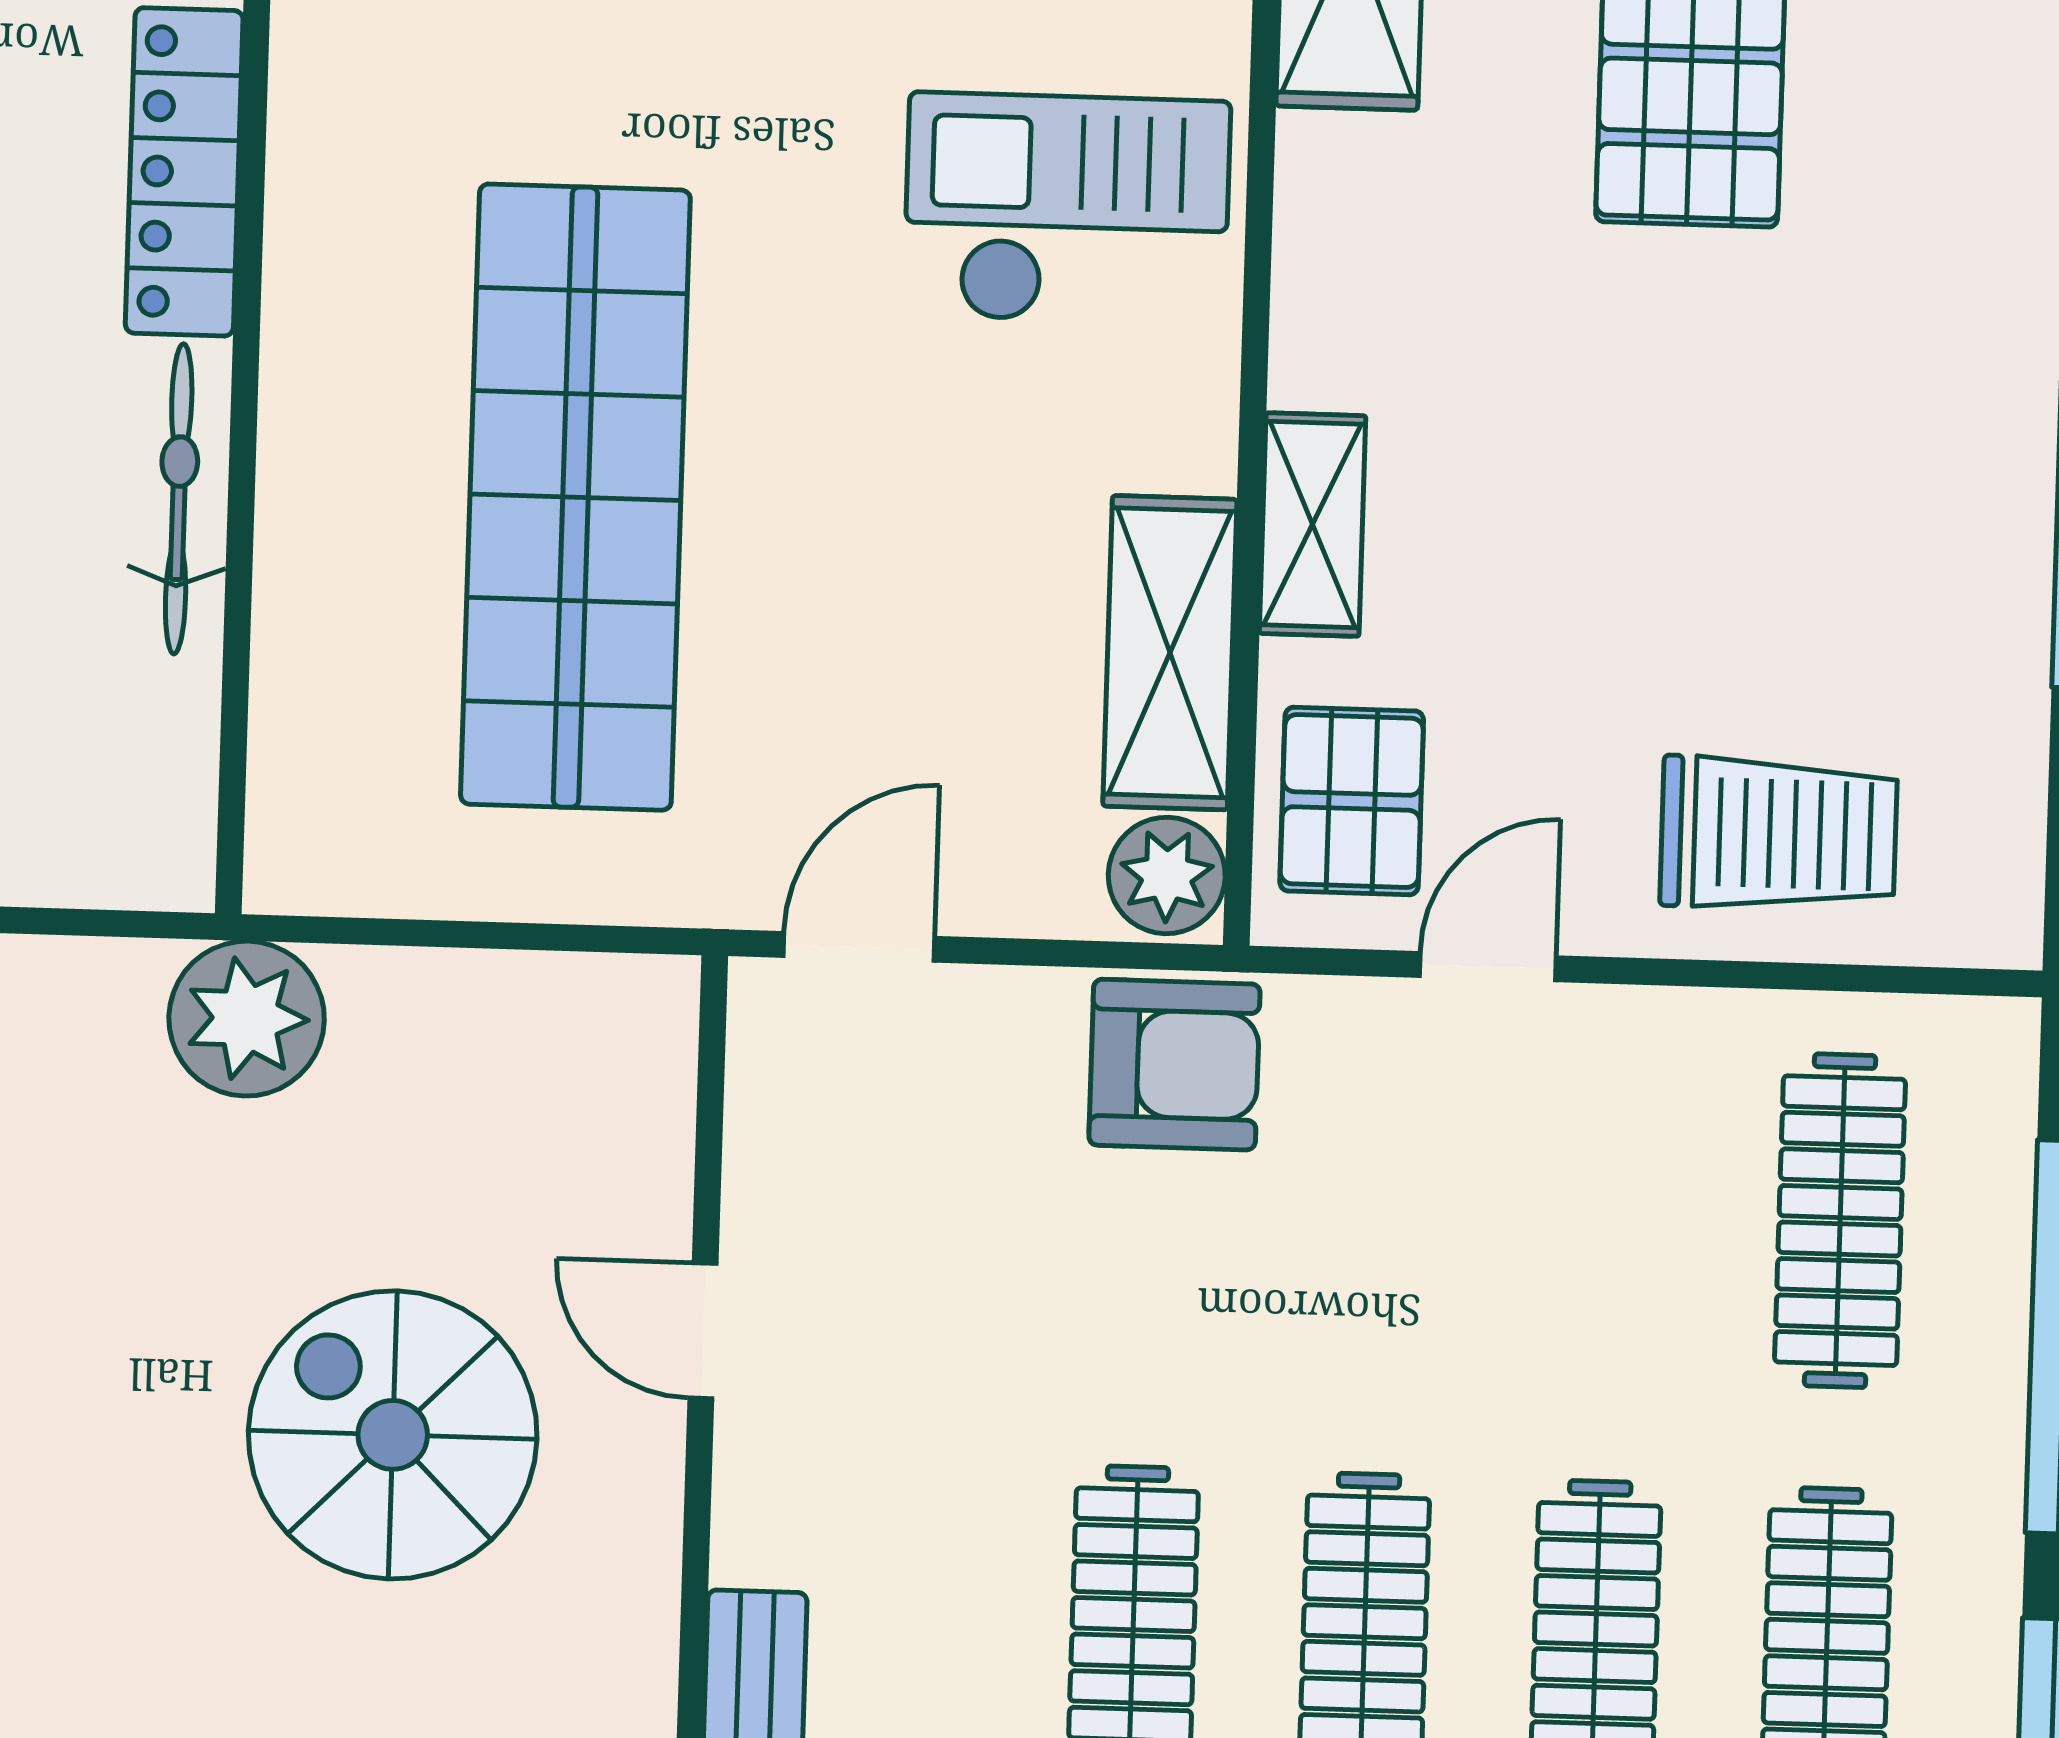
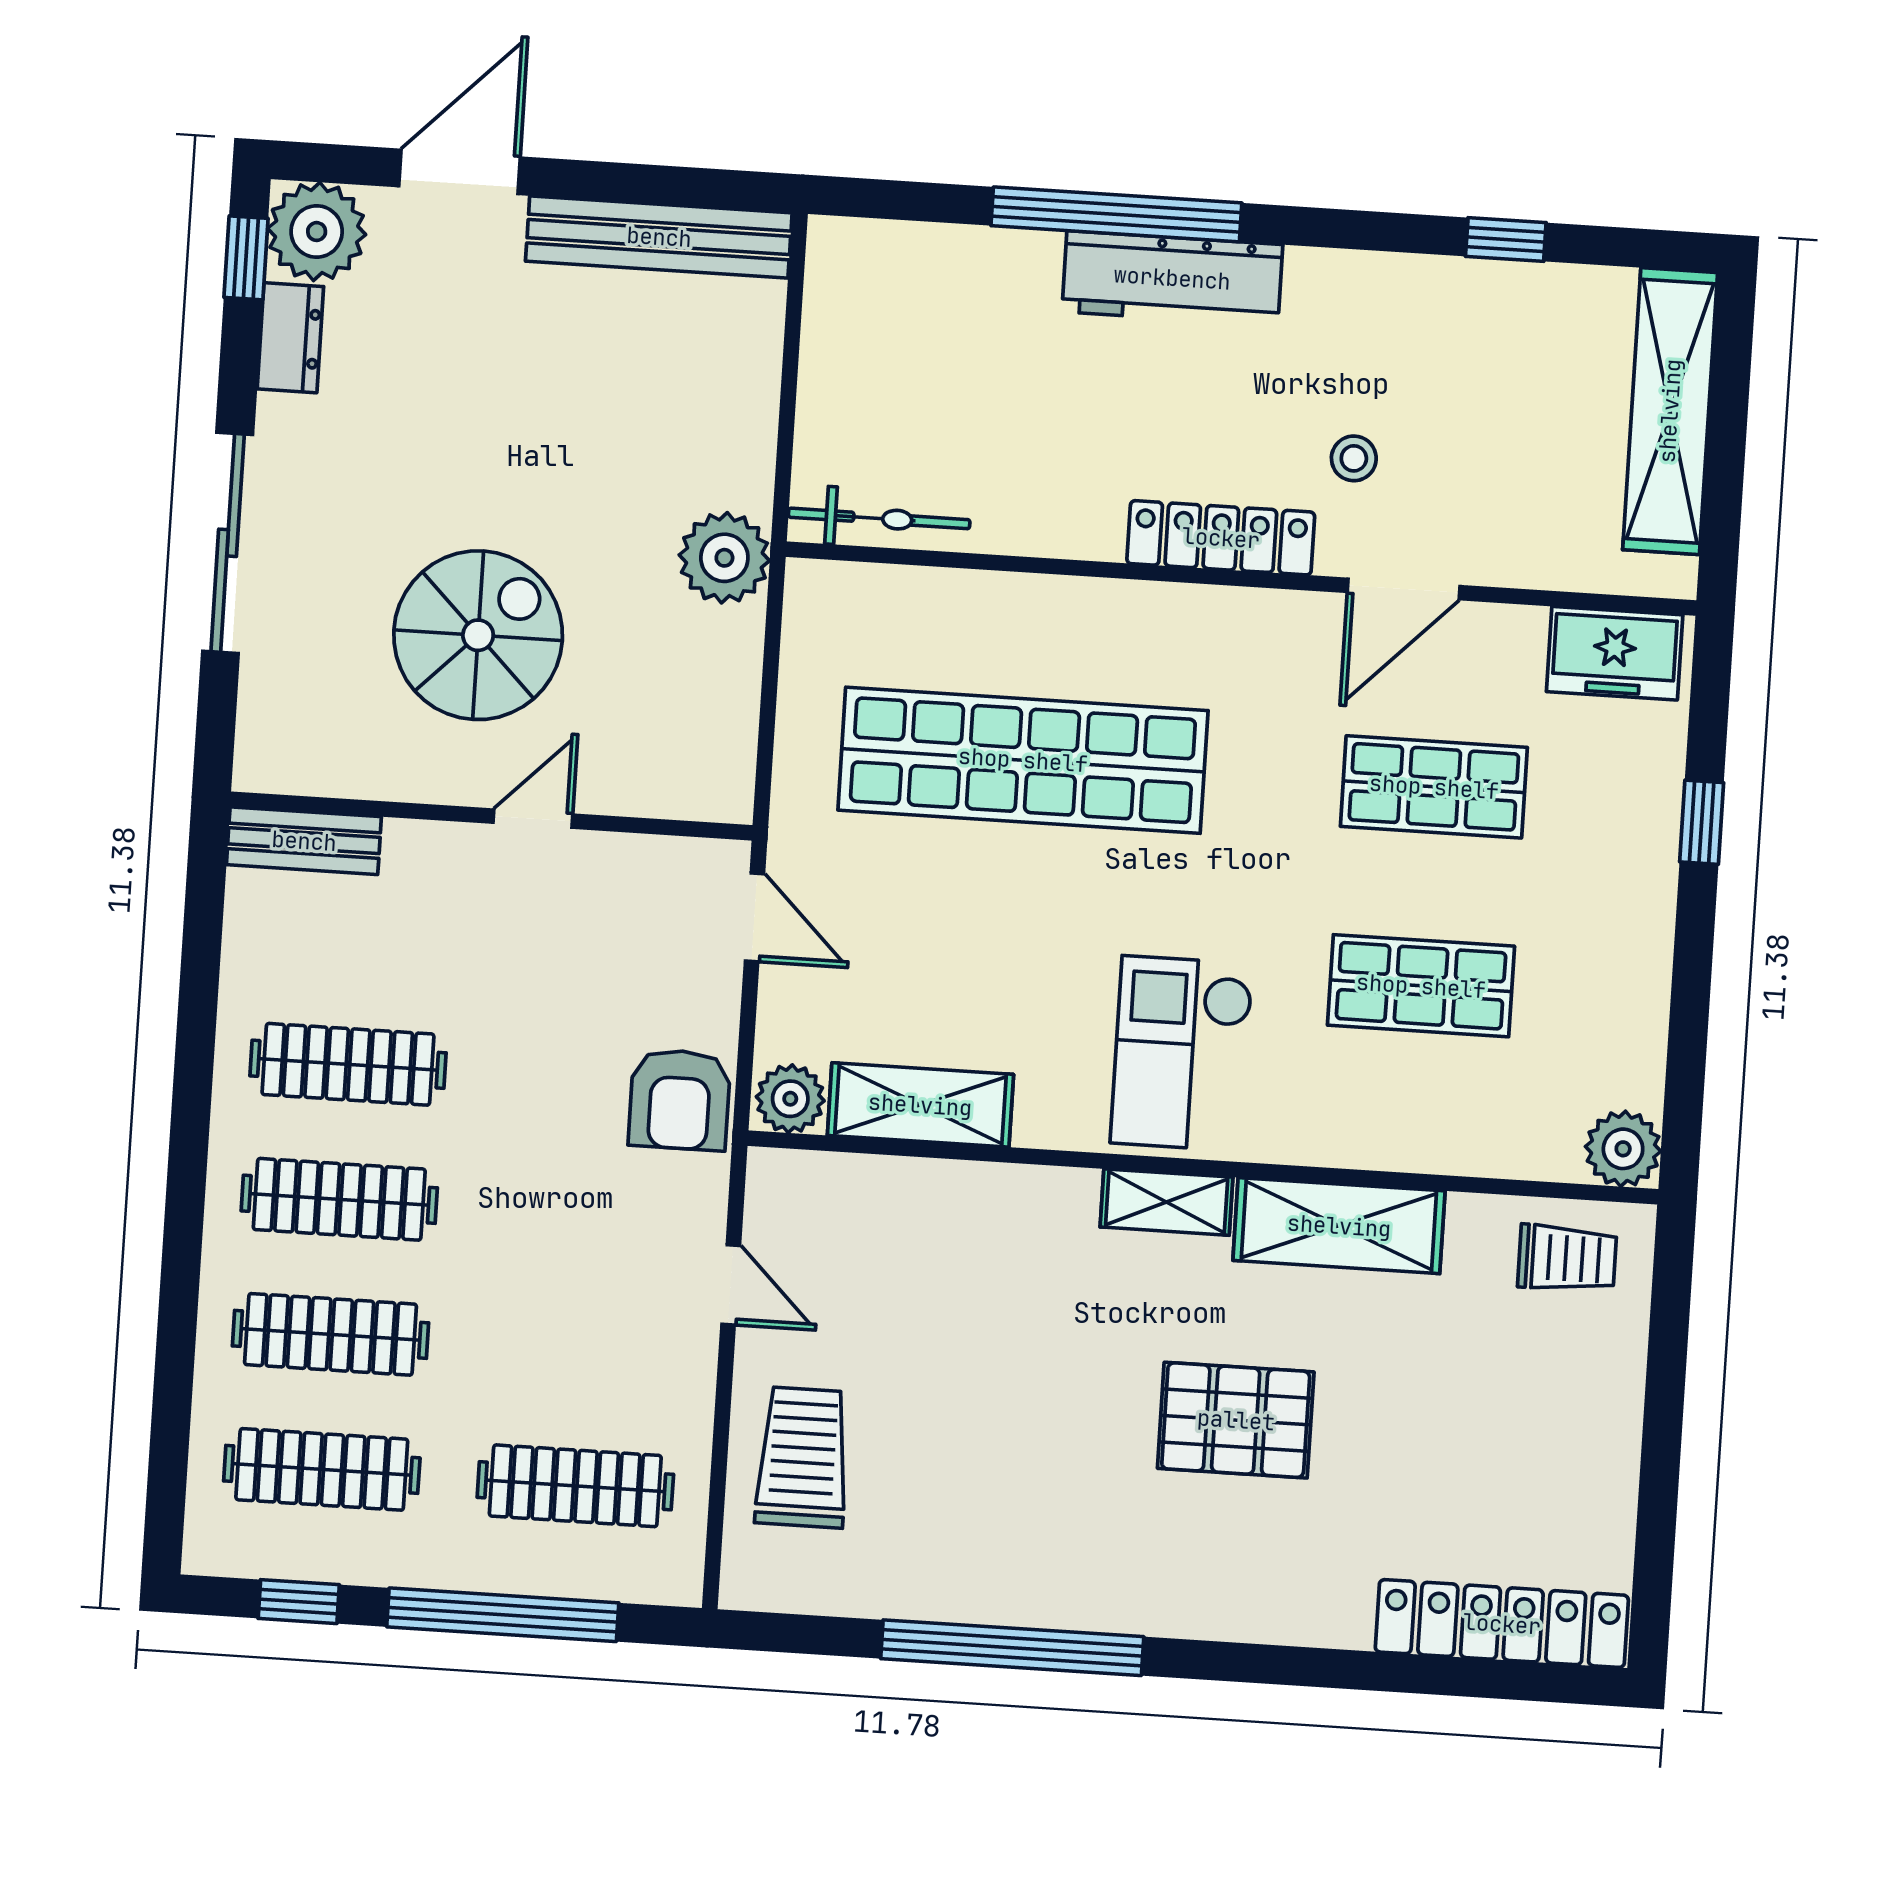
checkout: (1067, 209) -> (1182, 1053), turned 180
bicycle: (179, 499) -> (879, 518), moved
shelving: (1313, 525) -> (1167, 1202), moved
pallet: (1352, 801) -> (830, 1208), removed
trolley: (1779, 834) -> (803, 1457), turned 180

